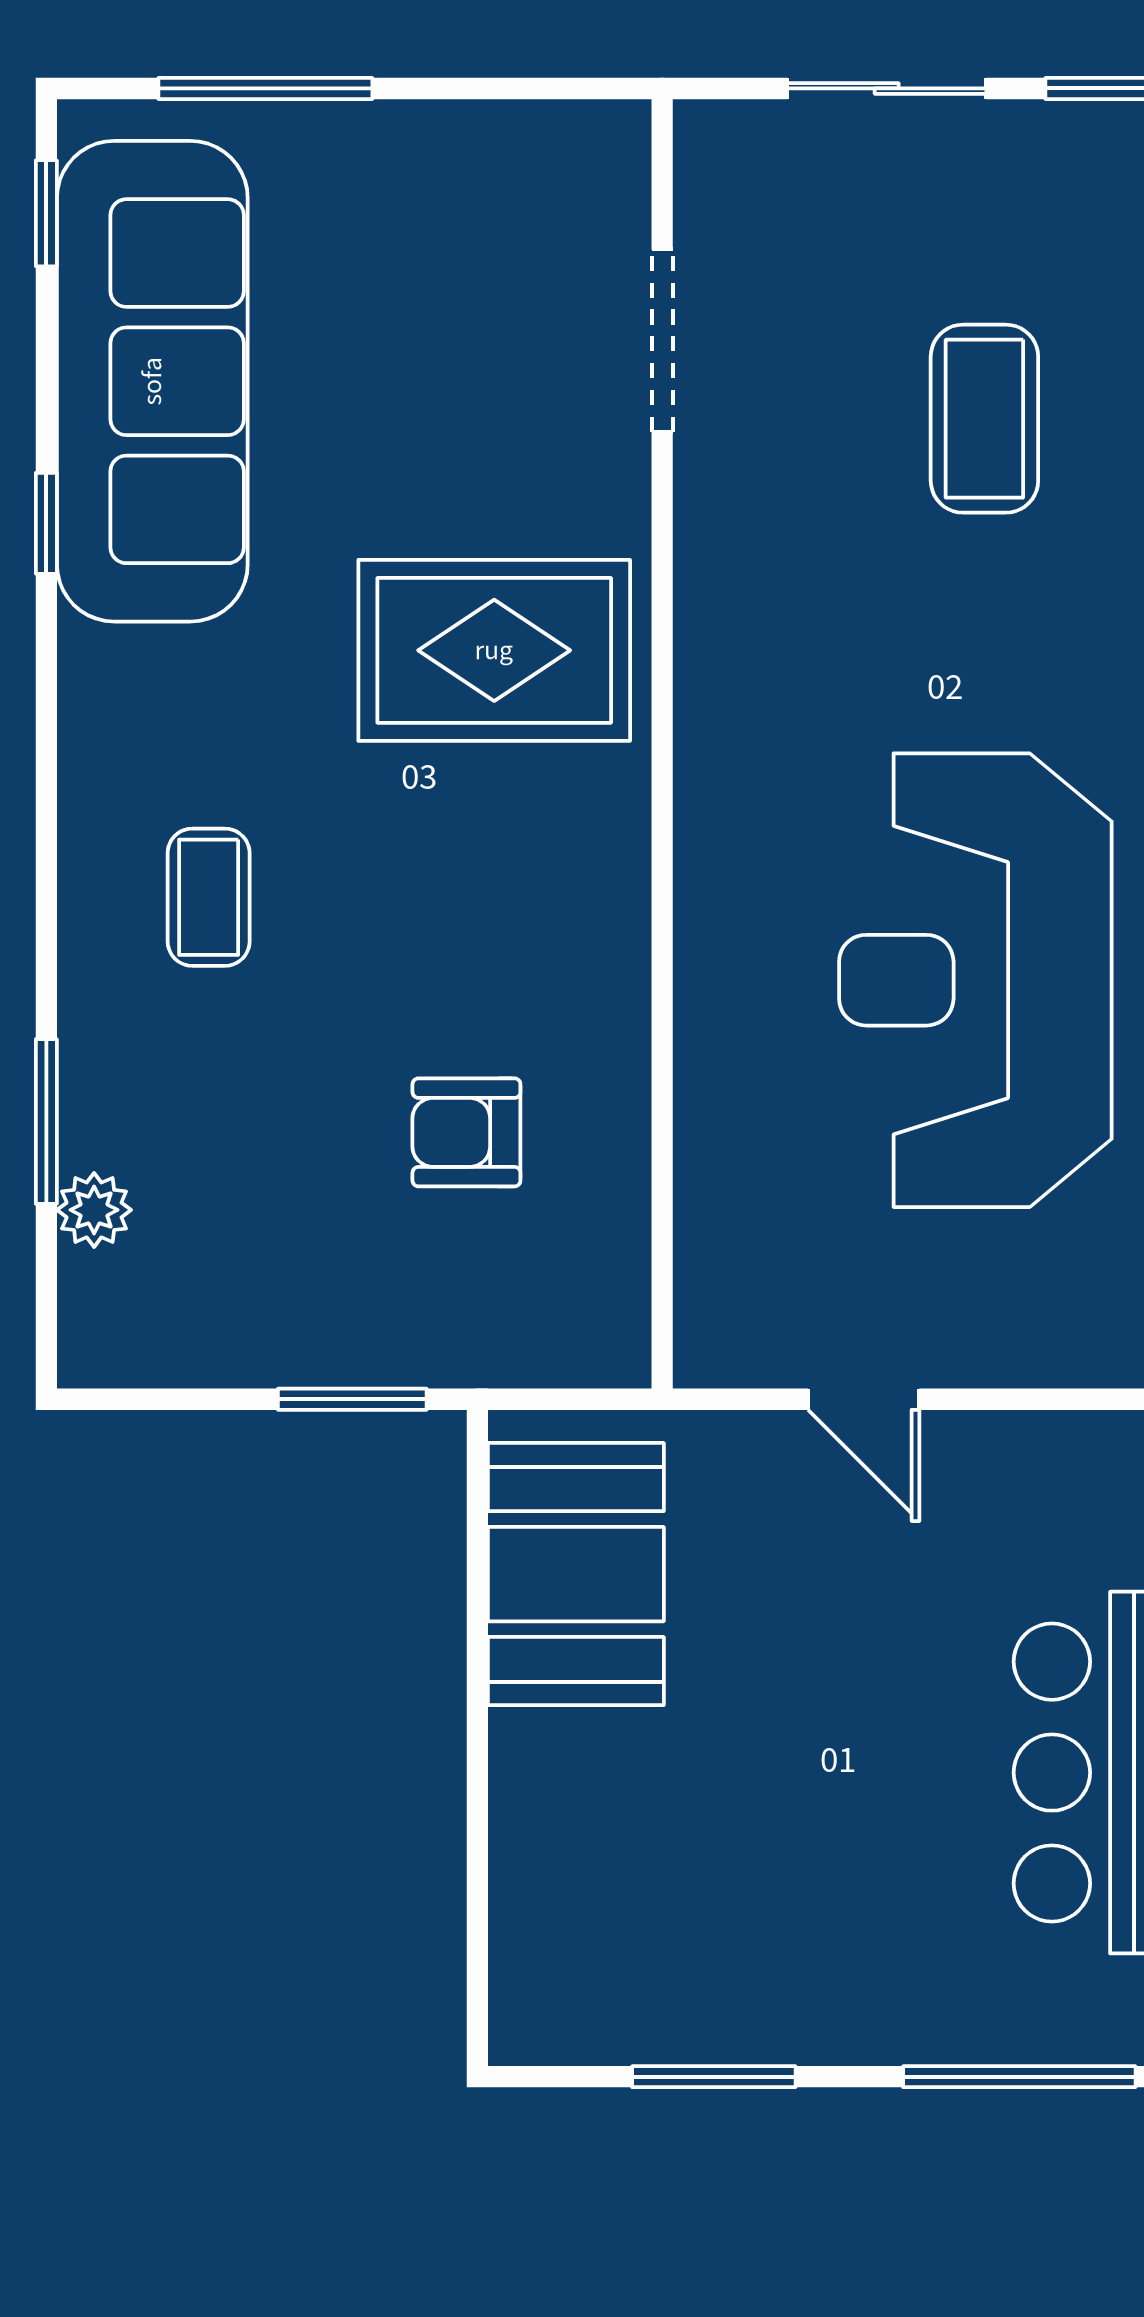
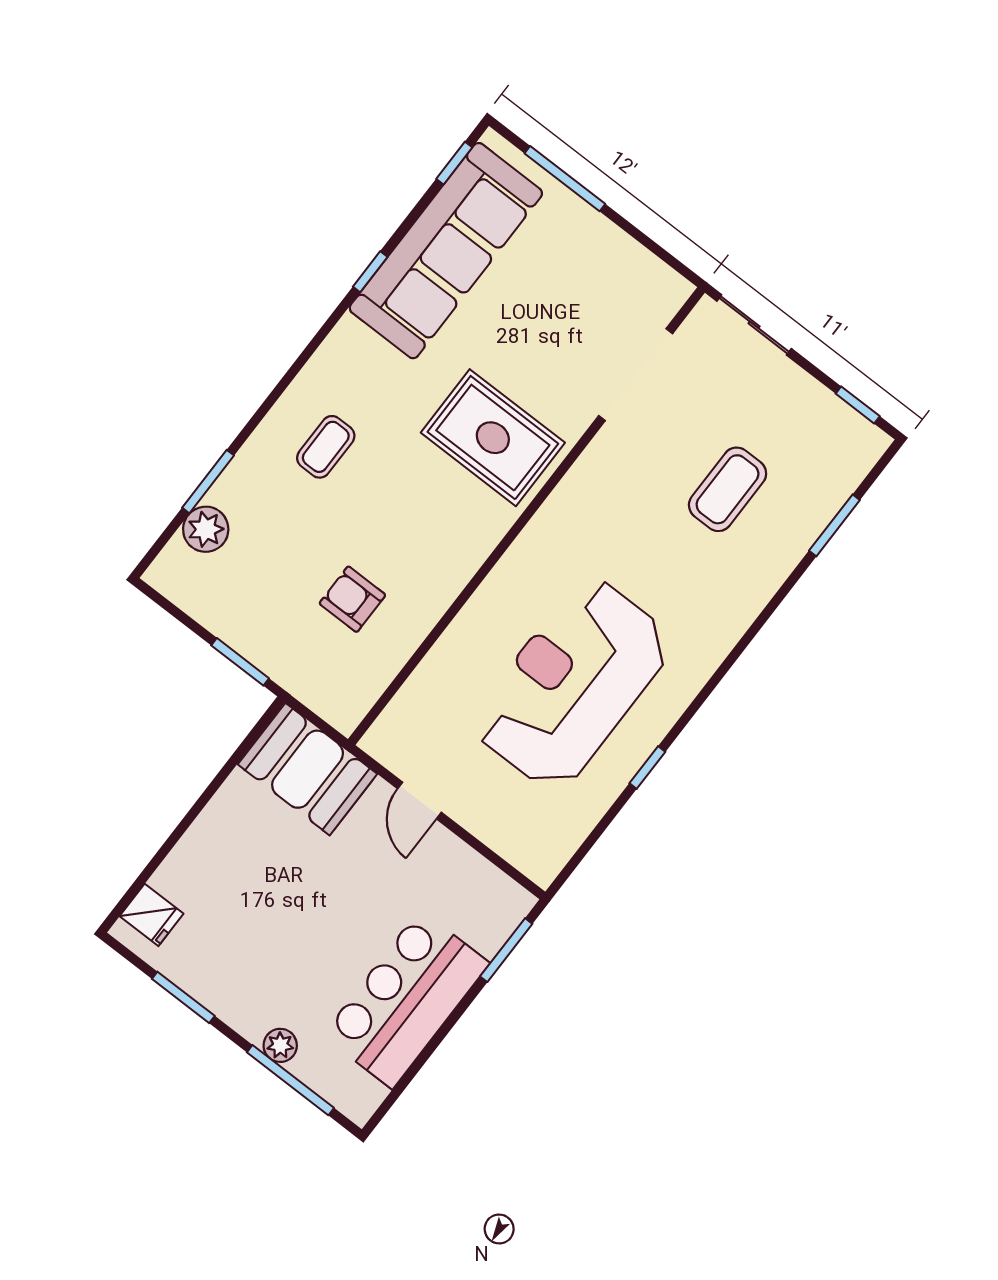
sliding door: (887, 88) -> (754, 325), moved
doorway: (662, 341) -> (636, 375), width x1.36
plant: (94, 1210) -> (206, 529), width x1.38, depth x1.38
booth: (576, 1574) -> (308, 769), moved, turned 90
fridge: (543, 1973) -> (152, 915), added
plant: (953, 2029) -> (280, 1045), added

